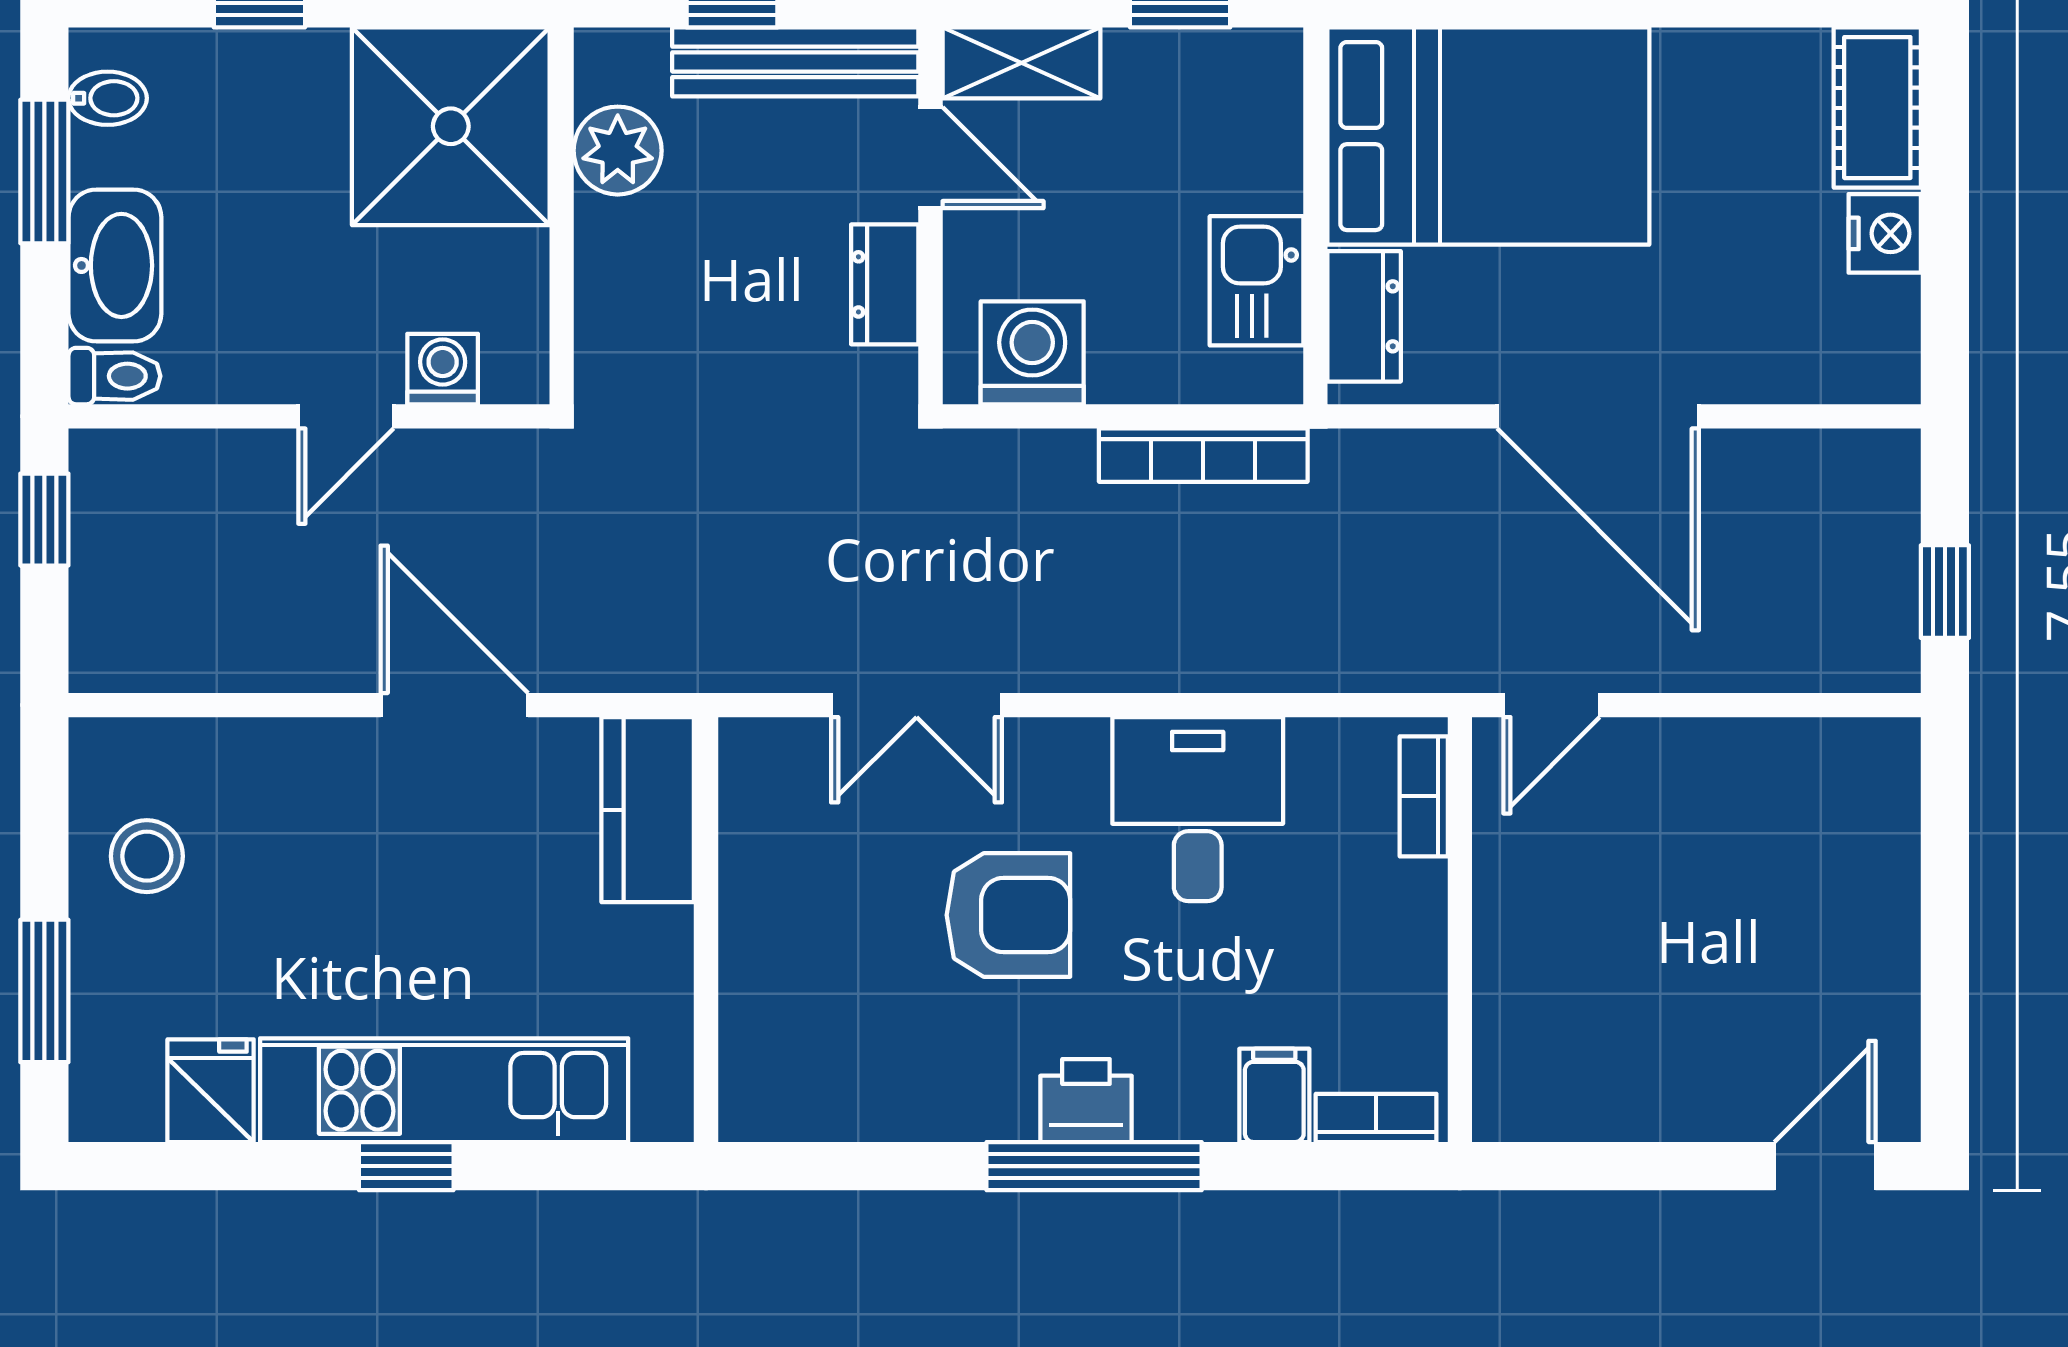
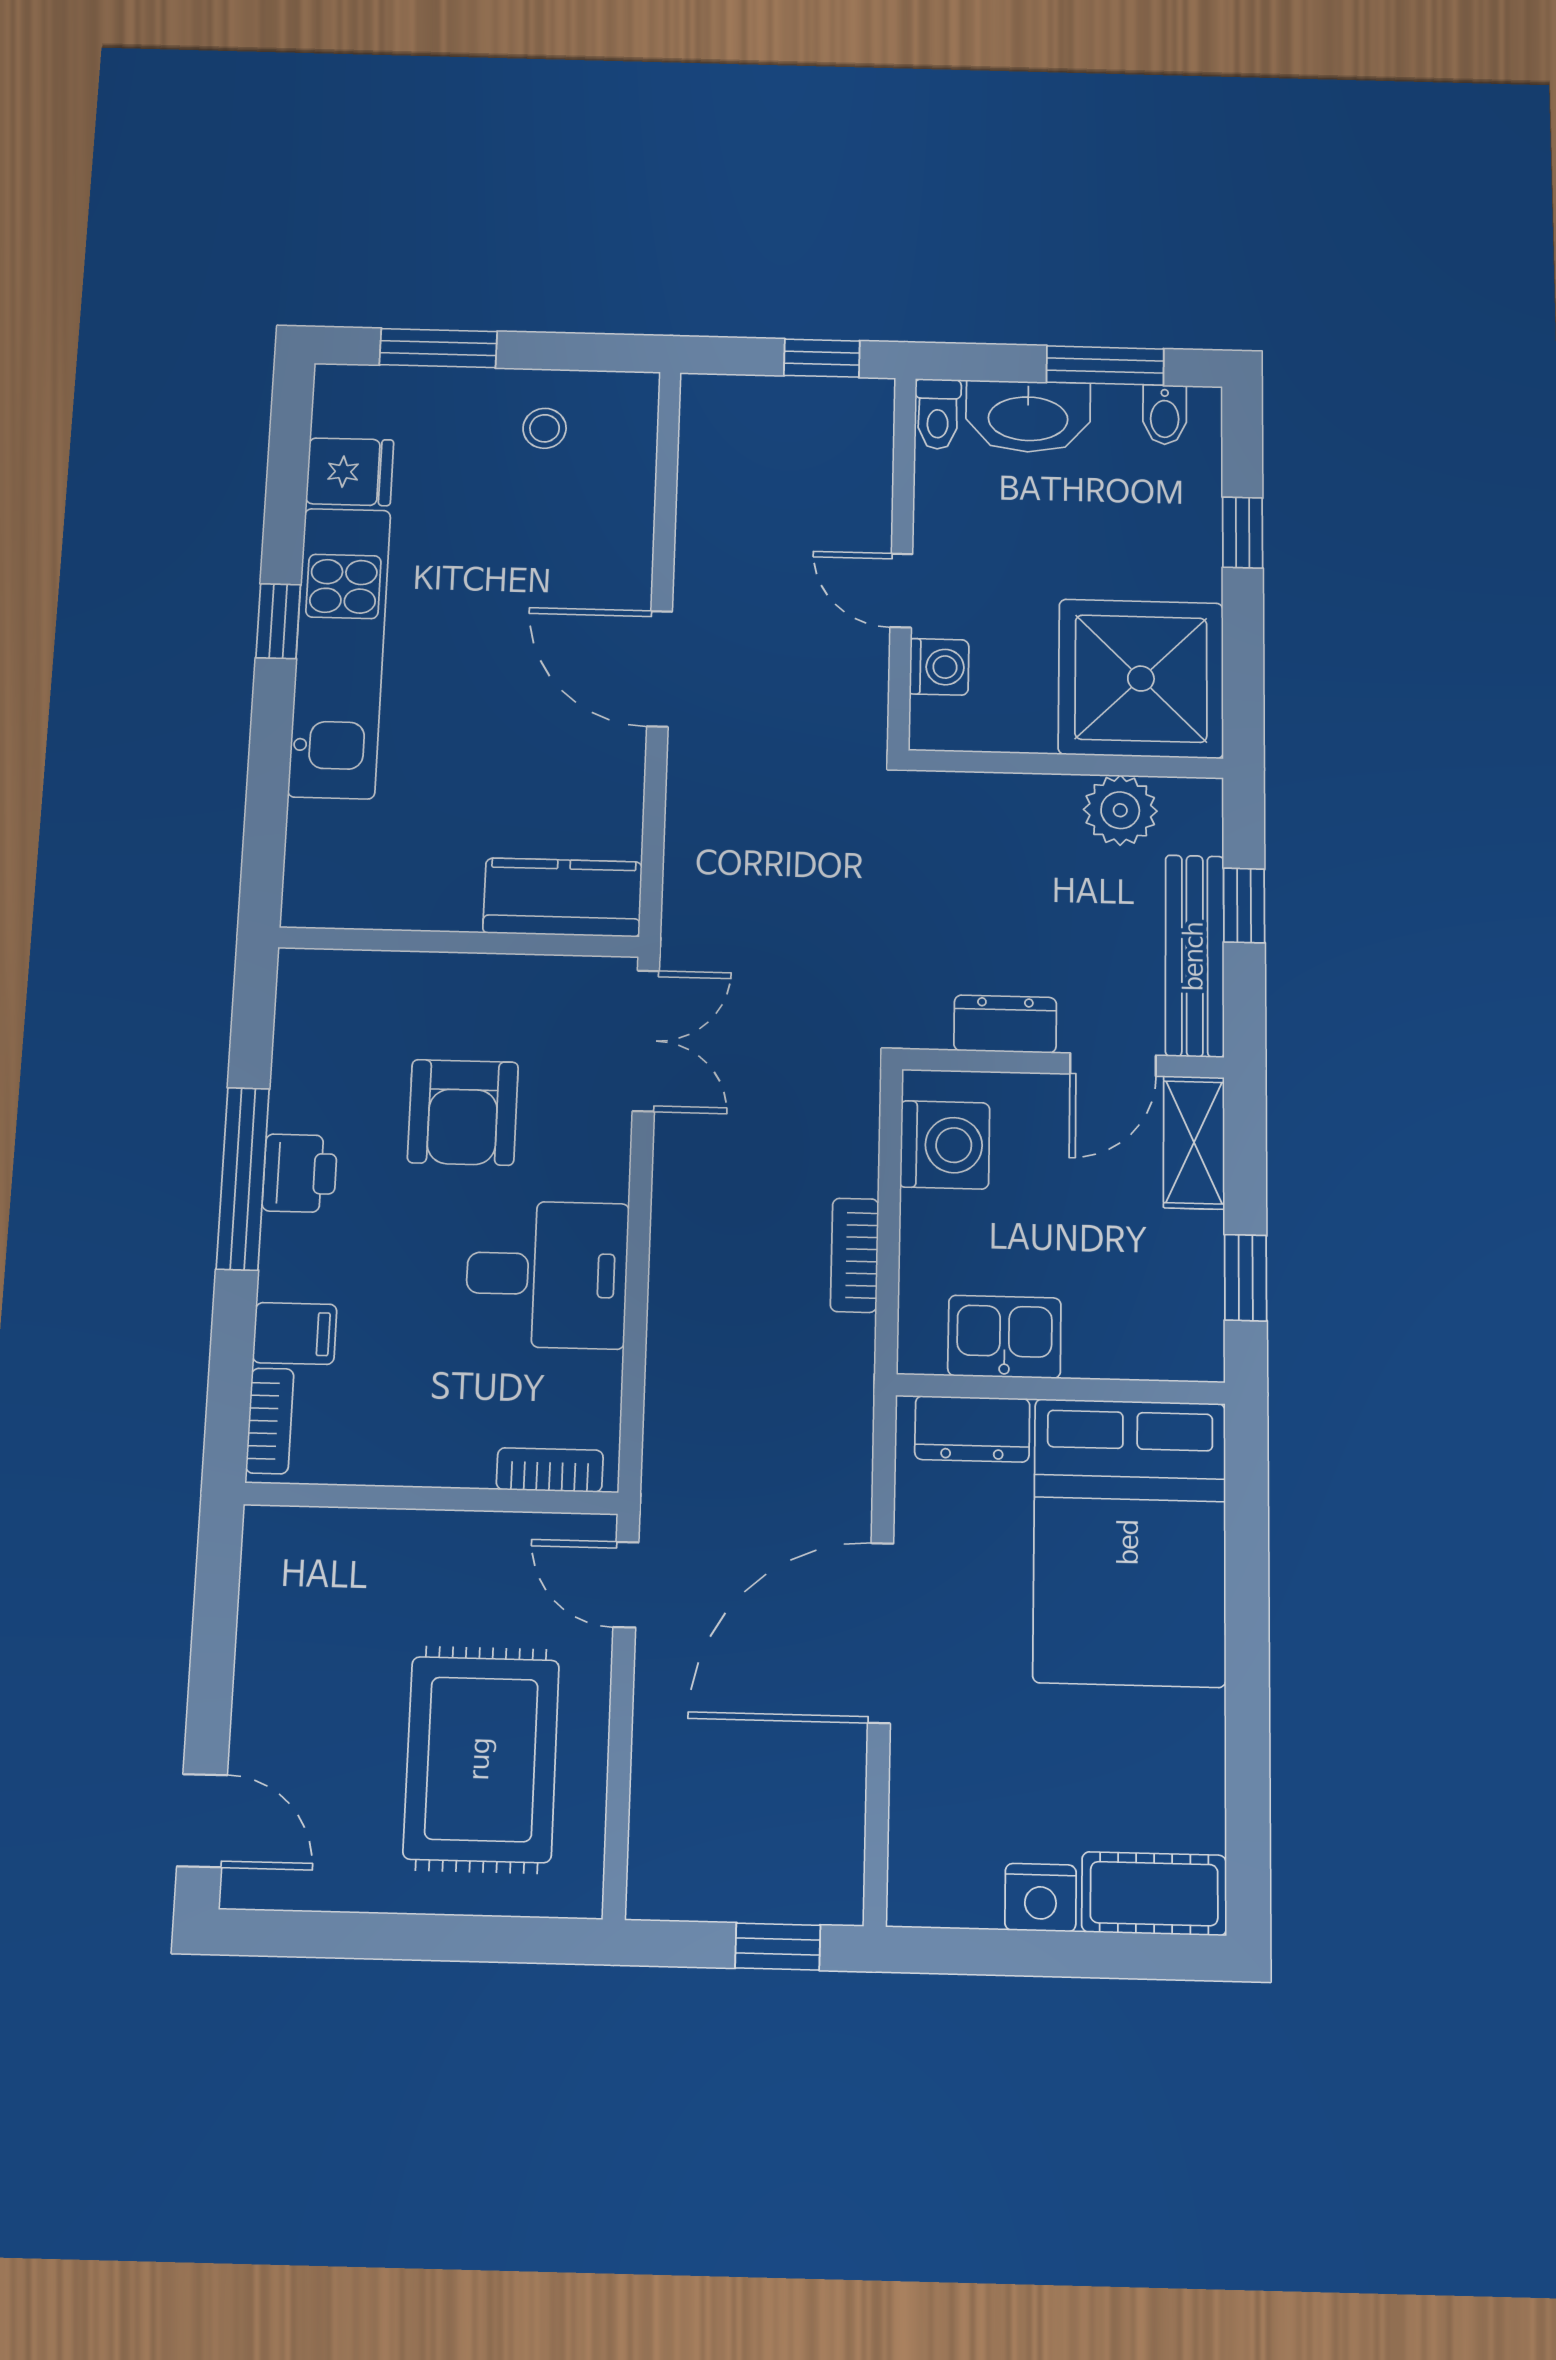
bookcase: (1203, 455) -> (855, 1255), width x0.64
window: (1945, 592) -> (778, 1947), moved
door: (454, 705) -> (659, 669), swing flipped
double door: (917, 705) -> (646, 1041), swing flipped
kitchen counter: (648, 810) -> (563, 897), moved
stool: (147, 856) -> (545, 428), width x0.73, depth x0.73
rug: (1750, 859) -> (481, 1759), added
wall: (706, 930) -> (459, 942), moved

